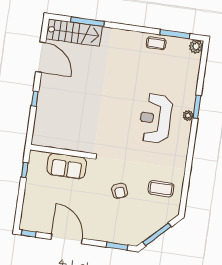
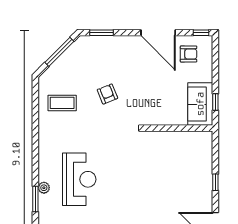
sofa: (67, 166) -> (200, 104), moved, turned -90
armchair: (42, 216) -> (189, 54), added

